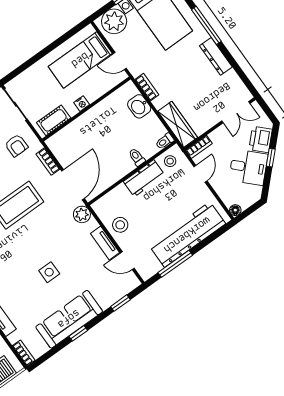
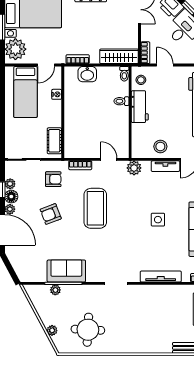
nightstand: (82, 104) -> (57, 94), moved
door: (73, 185) -> (109, 159), width x0.53

